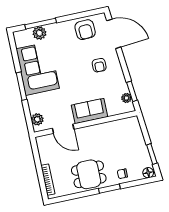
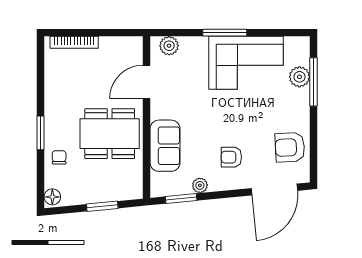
plant: (126, 98) -> (200, 185), moved
sofa: (89, 111) -> (165, 146), moved
window: (152, 154) -> (102, 206), moved
dining table: (89, 174) -> (110, 134), moved, width x1.38

